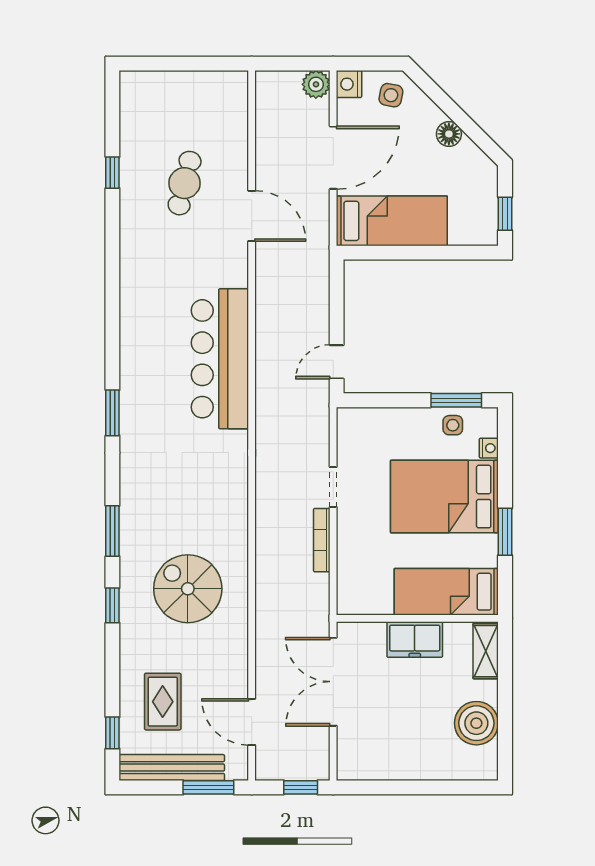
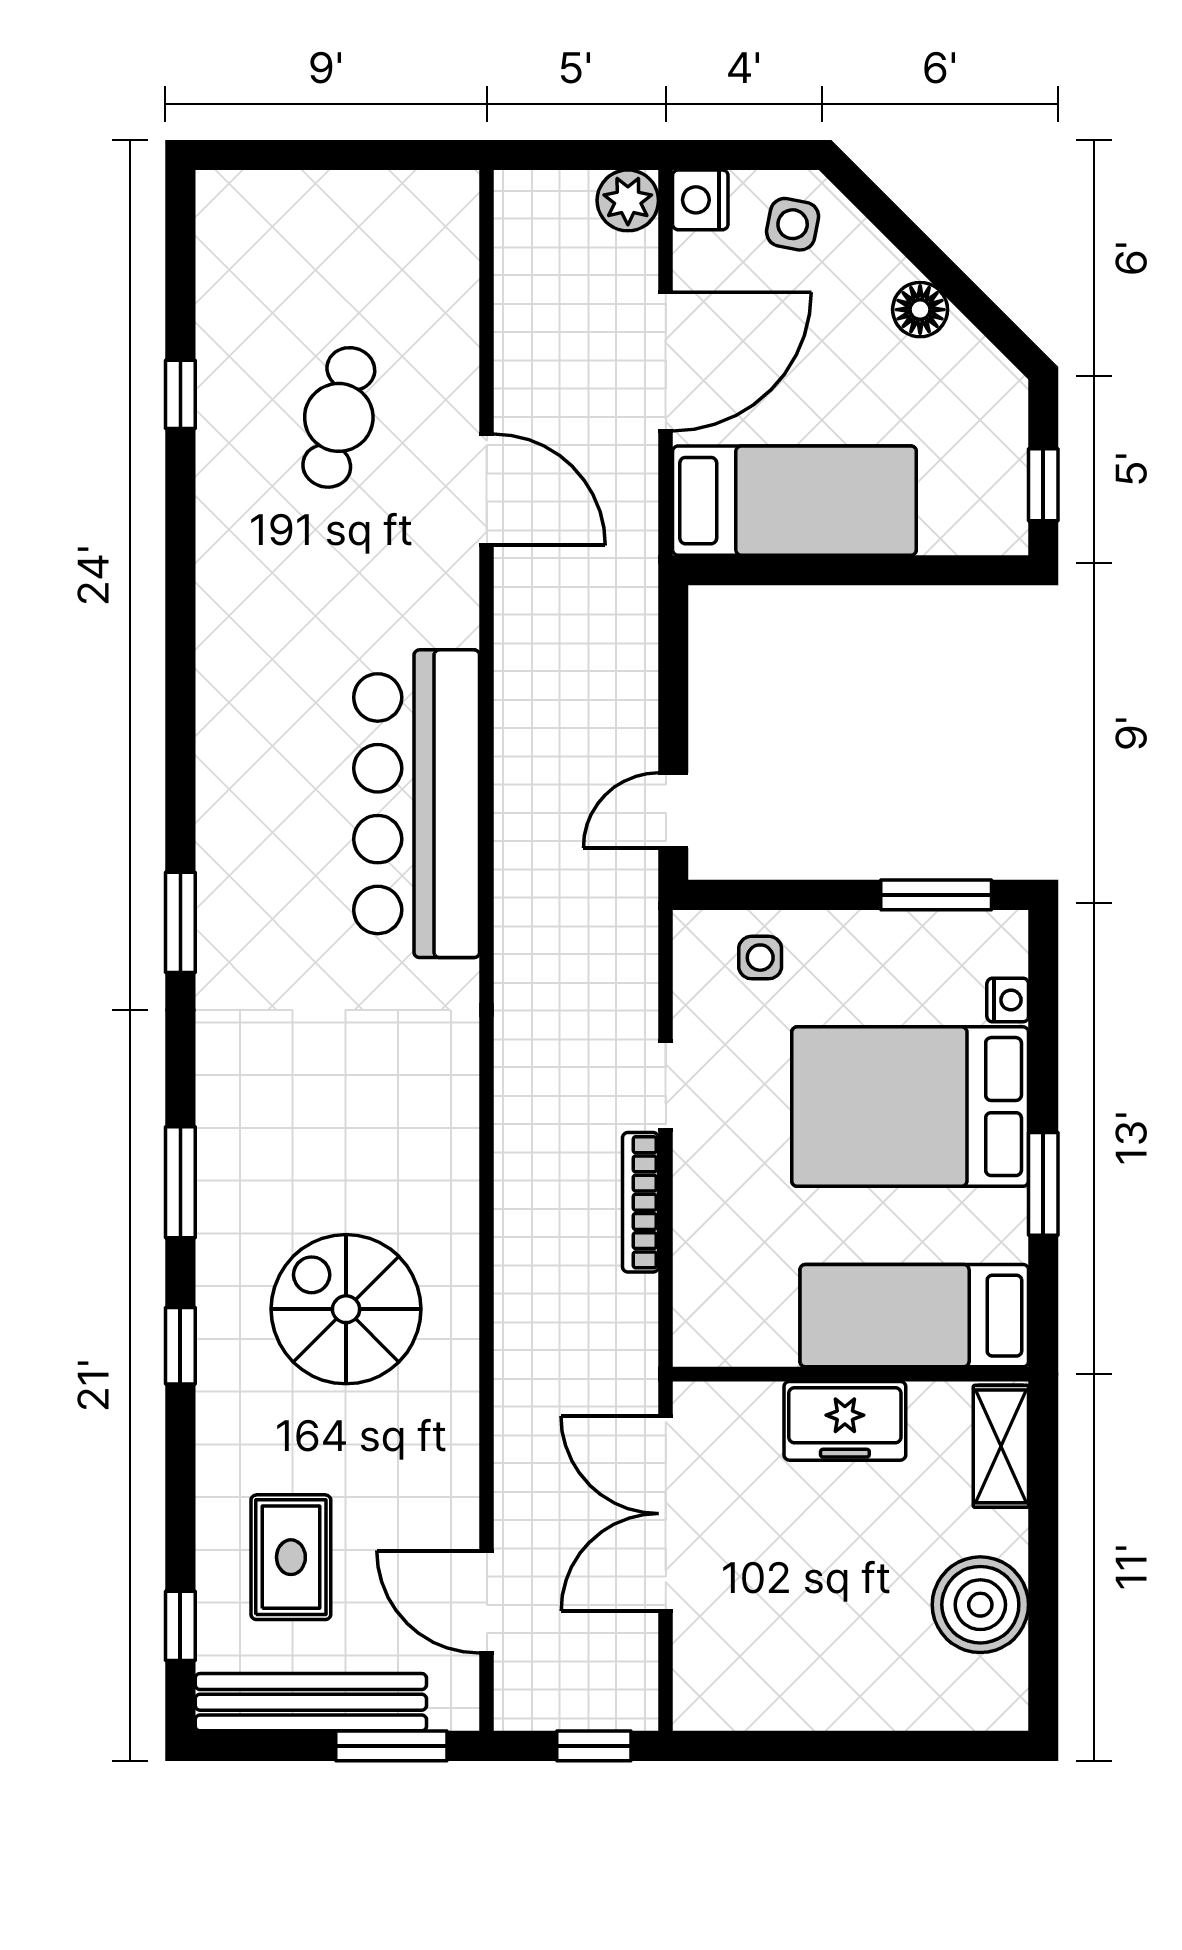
side table: (453, 425) -> (760, 958), moved

